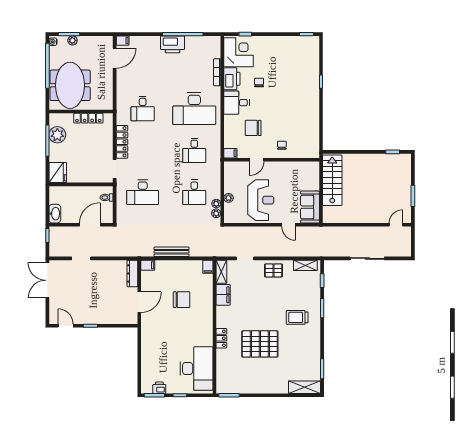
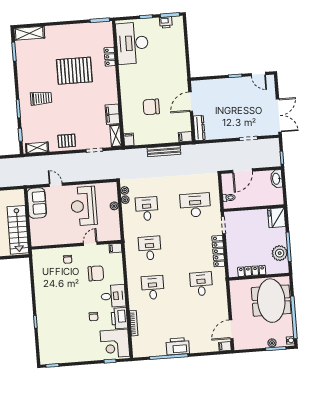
desk: (194, 109) -> (153, 287), width x0.53, depth x0.77
locker: (221, 338) -> (110, 57), moved

